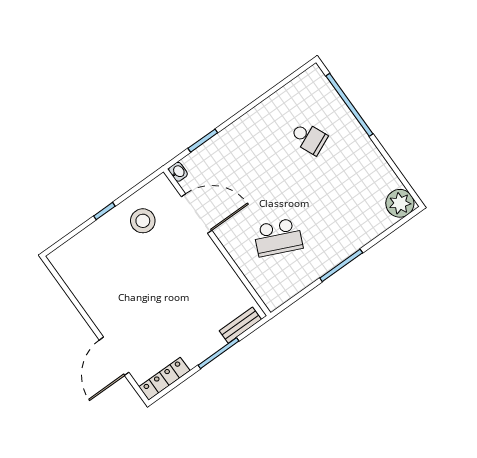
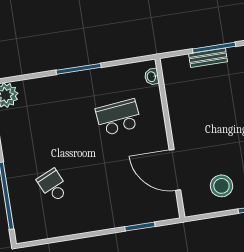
washbasin: (178, 172) -> (152, 77), moved
school desk: (278, 237) -> (118, 117), turned -30
bench: (240, 325) -> (208, 58), moved

